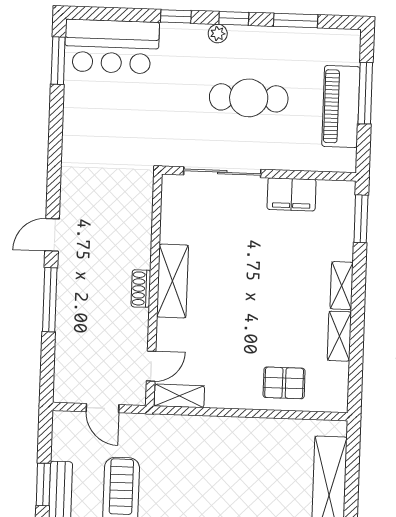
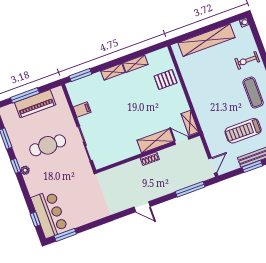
window: (176, 16) -> (35, 219), moved
cafe table: (249, 98) -> (48, 145), turned 90
filing cabinet: (292, 194) -> (82, 110), width x0.50
shelving: (173, 281) -> (156, 141), moved
window: (50, 300) -> (190, 189), moved
pallet: (284, 383) -> (166, 80), turned 90
door: (103, 408) -> (213, 165), moved

